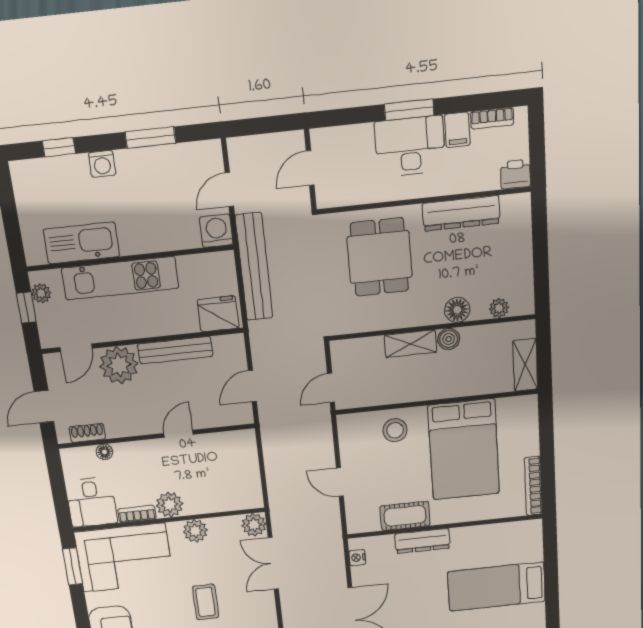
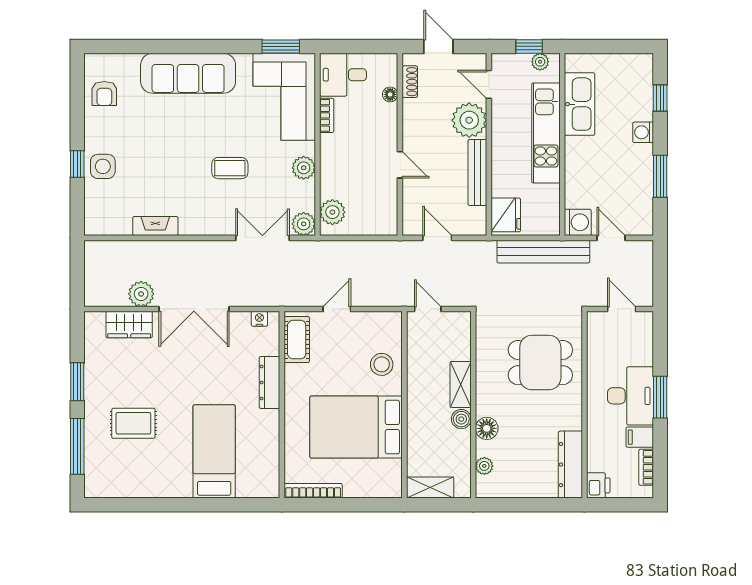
dresser: (461, 213) -> (570, 465), moved
plant: (170, 505) -> (332, 212), moved
cot: (405, 516) -> (297, 340), moved

